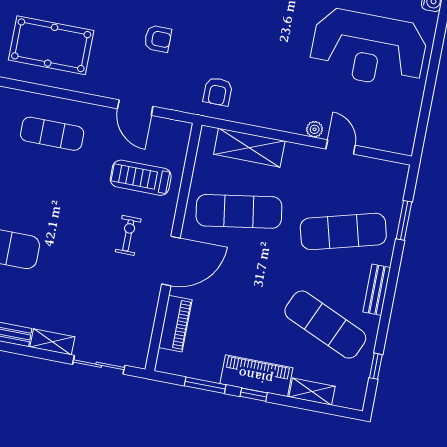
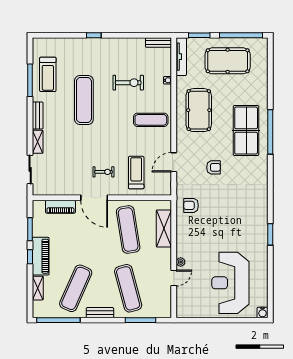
armchair: (158, 39) -> (213, 167), turned -90
exercise mat: (52, 134) -> (151, 120), turned 90
window: (404, 220) -> (141, 320), width x1.44
window: (376, 366) -> (58, 320), width x3.17

